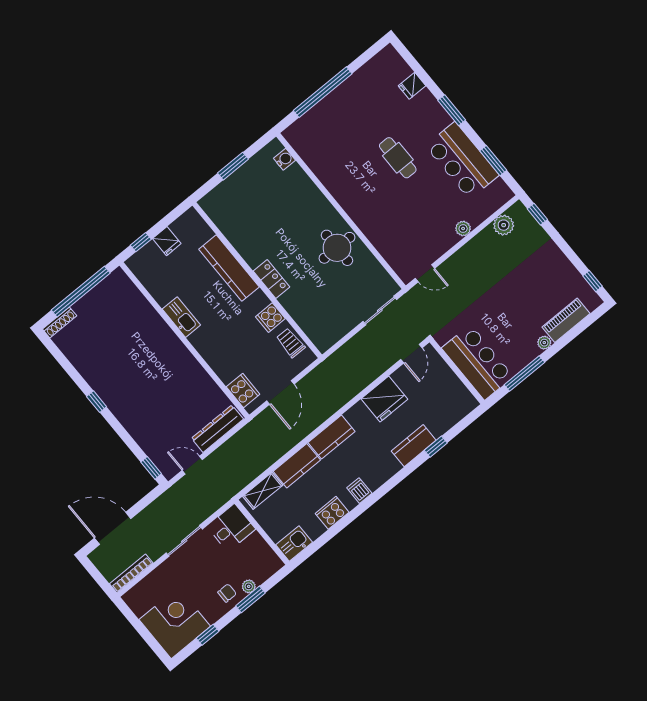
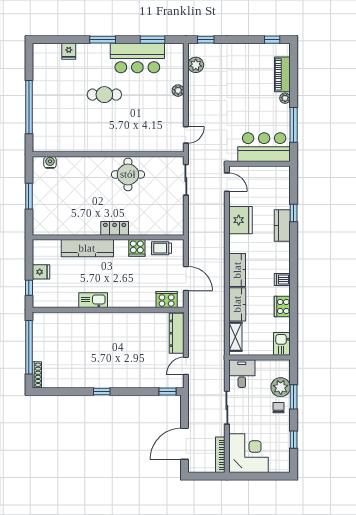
plant: (249, 586) -> (281, 387), width x1.88, depth x1.88
corner desk: (175, 623) -> (248, 453), moved, turned 90

